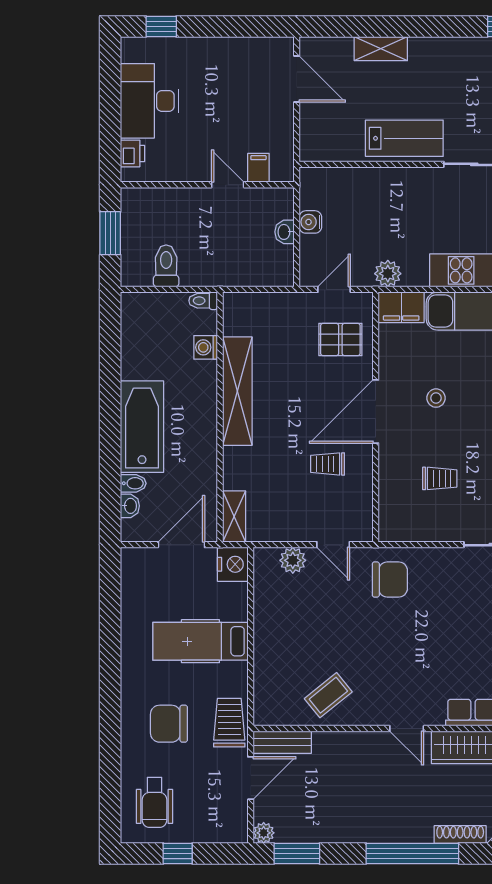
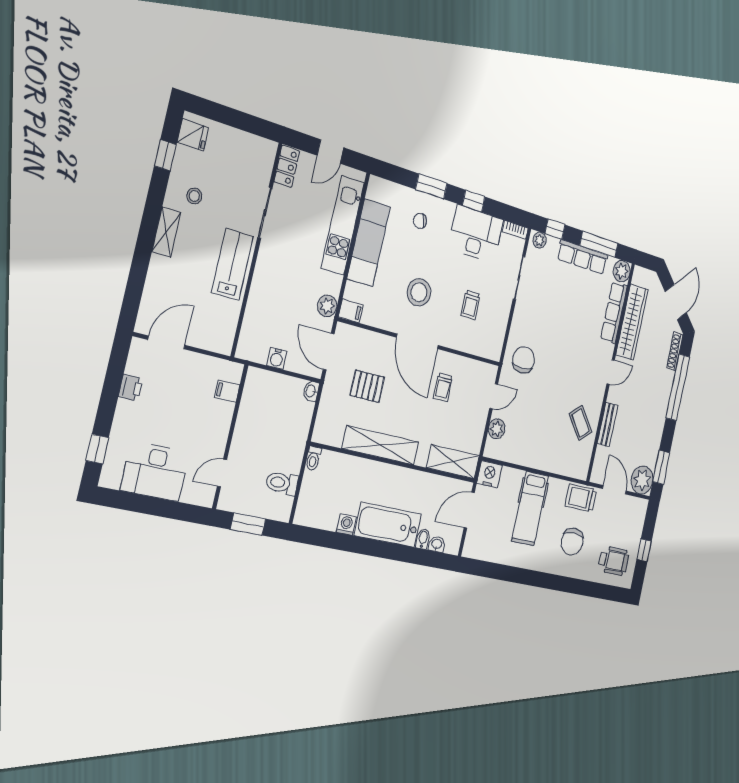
shelving: (381, 49) -> (166, 232), moved
stool: (468, 72) -> (194, 196), added
printer: (133, 153) -> (131, 388), moved, turned 90
door: (228, 185) -> (222, 473), moved
washbasin: (284, 232) -> (311, 391), moved, turned 90
door: (334, 289) -> (329, 352), width x1.38
filing cabinet: (401, 307) -> (351, 311), width x0.50
pallet: (340, 340) -> (367, 386), moved, turned 90
washing machine: (206, 347) -> (346, 525), moved, turned 180
stool: (436, 398) -> (419, 292), width x1.89, depth x1.89
trolley: (440, 478) -> (470, 305), turned 180
shelving: (234, 516) -> (453, 462), width x1.50, depth x1.33
door: (181, 545) -> (469, 510), hinge flipped
bench: (282, 742) -> (608, 424), moved
plant: (264, 833) -> (642, 480), width x1.87, depth x1.87

